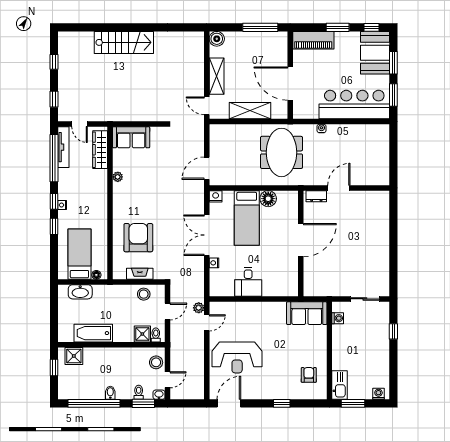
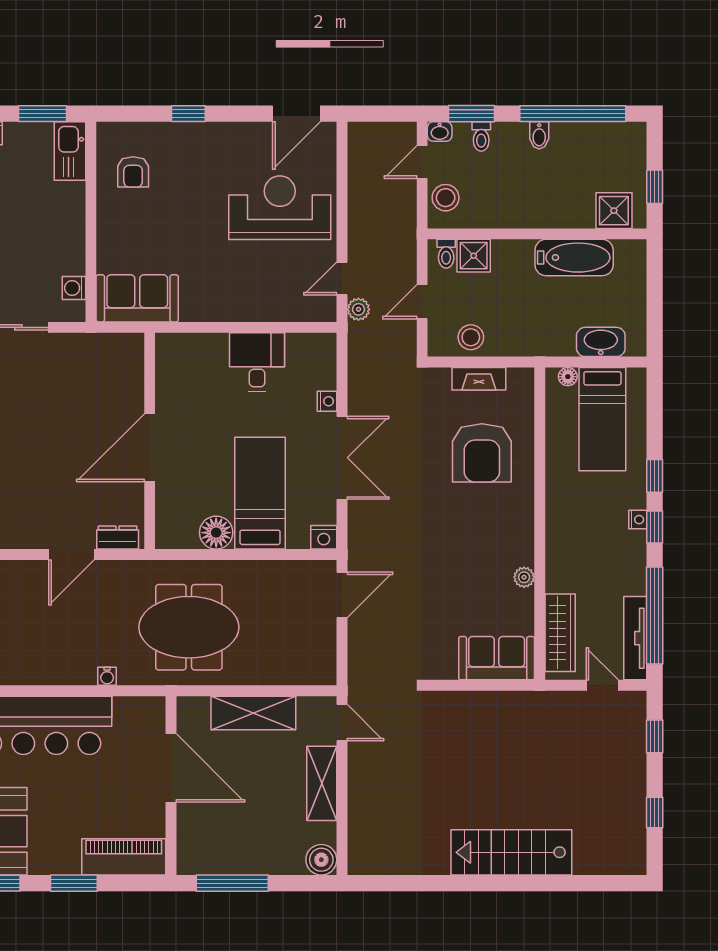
meeting table: (282, 152) -> (189, 627), turned 90

